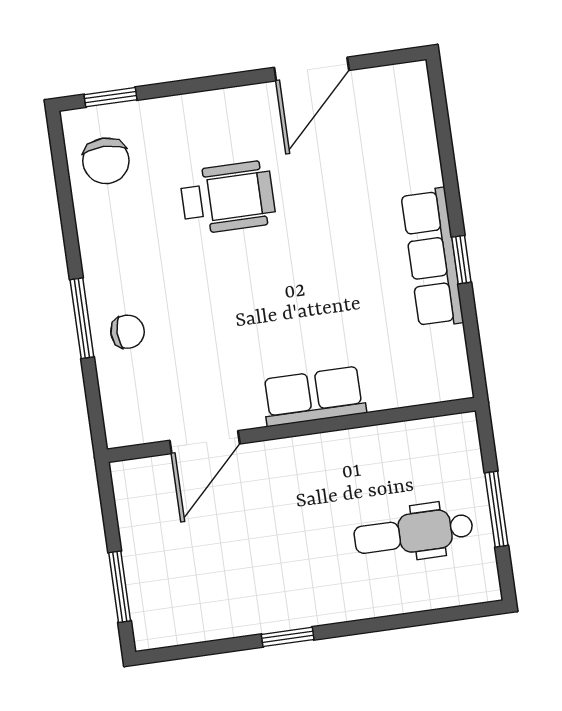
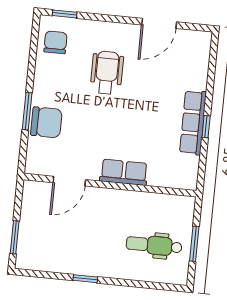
chair: (106, 161) -> (56, 42), turned 180
wheelchair: (228, 198) -> (107, 73), turned -90
chair: (127, 332) -> (46, 122), width x1.87, depth x1.87

